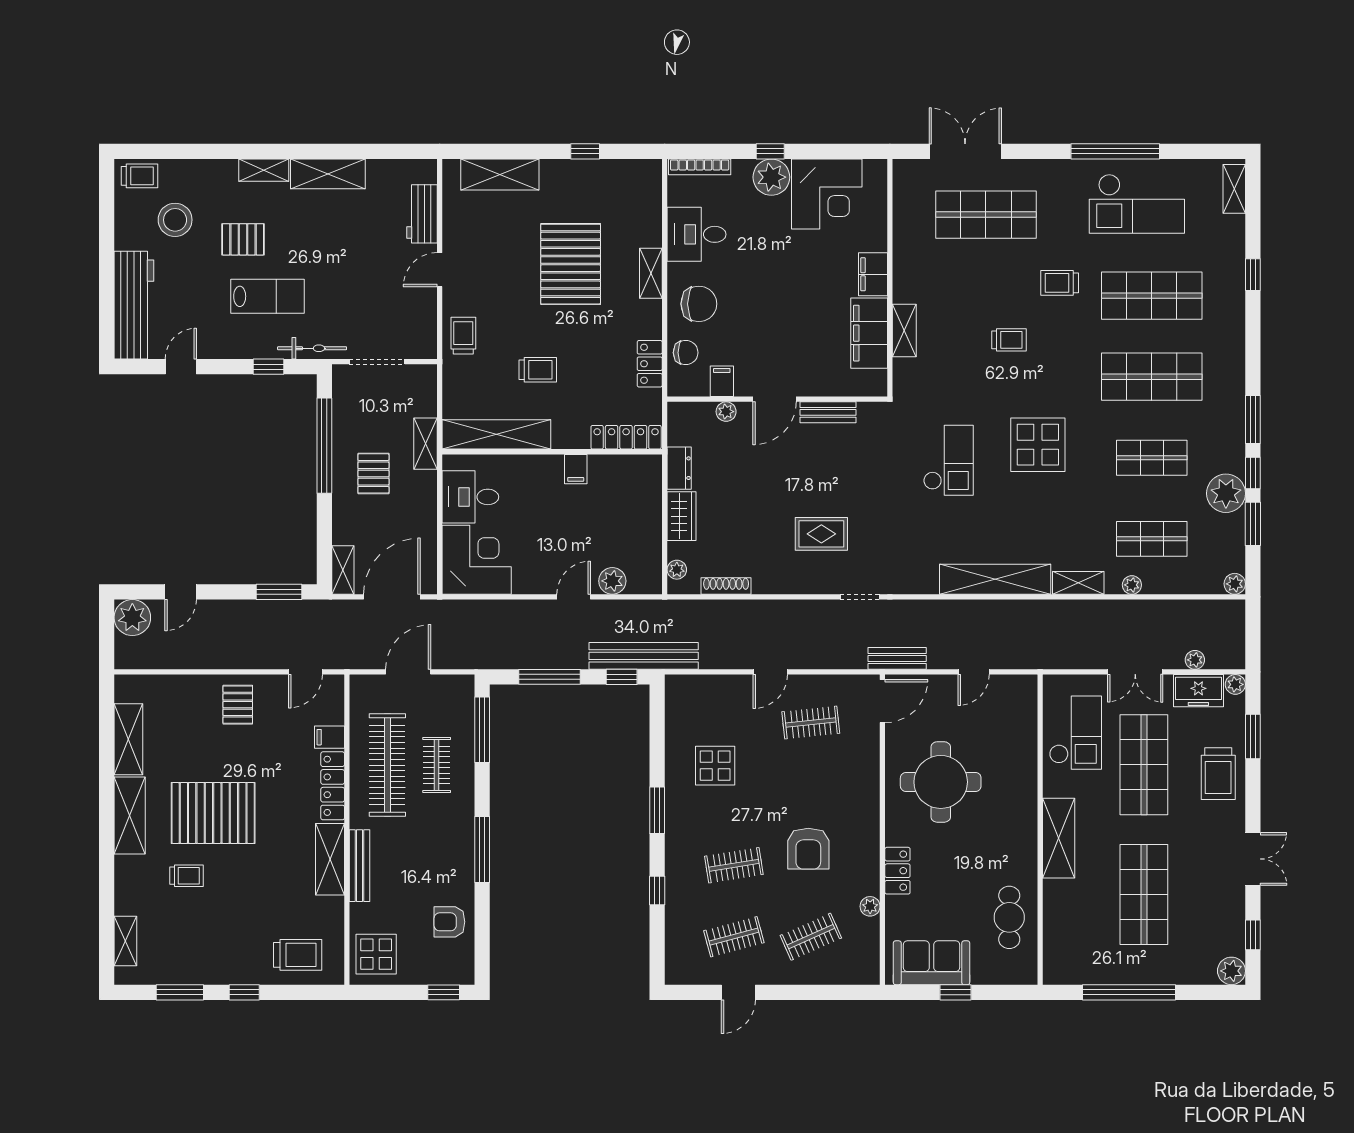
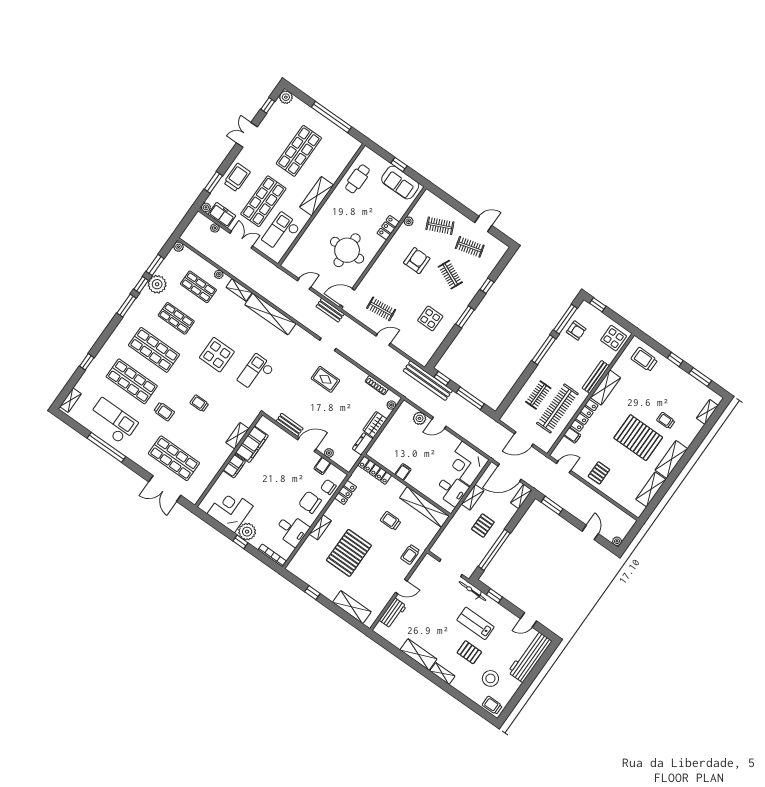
shelving: (425, 444) -> (473, 497), moved
door: (181, 592) -> (590, 532), hinge flipped
plant: (132, 618) -> (617, 541), width x0.53, depth x0.53
window: (482, 730) -> (565, 319), moved
clothes rail: (734, 865) -> (450, 275), turned 33

